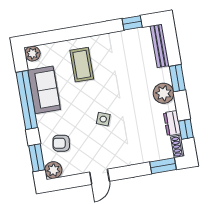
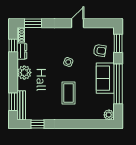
coffee table: (82, 65) -> (69, 93), moved
window: (177, 78) -> (13, 102), moved
sofa: (44, 90) -> (105, 78), moved
plant: (53, 170) -> (108, 33), removed

